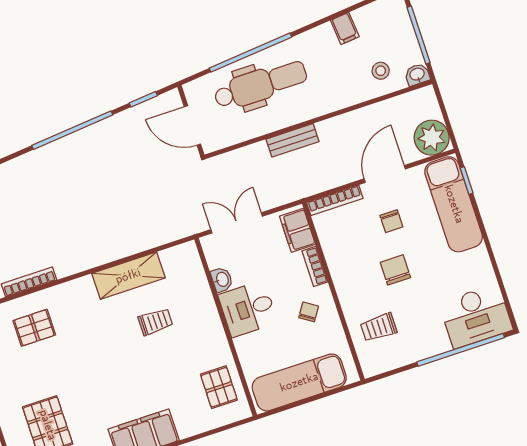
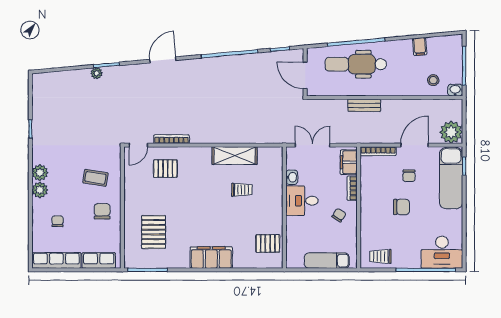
dental chair: (260, 85) -> (356, 64), turned 180
chair: (395, 270) -> (401, 207), turned 90
trolley: (379, 327) -> (380, 256), moved
exam couch: (299, 382) -> (327, 261), width x0.73, depth x0.69
pallet: (219, 387) -> (268, 243), turned 90

